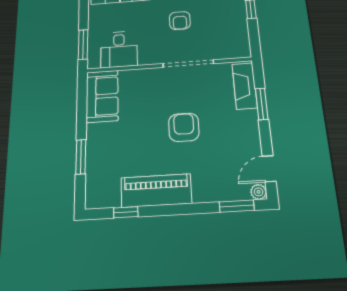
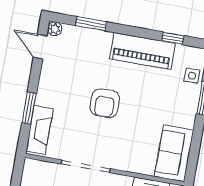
door: (269, 169) -> (40, 47), swing flipped
side table: (97, 177) -> (192, 76), added
window: (237, 206) -> (91, 24), moved

